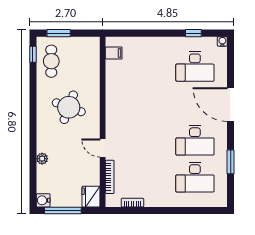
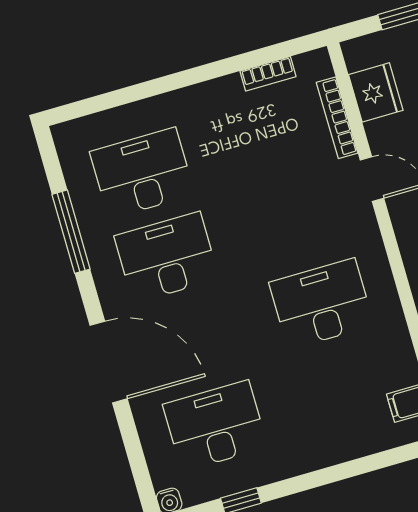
desk: (138, 103) -> (322, 304), added
window: (231, 162) -> (71, 232), width x1.44
fridge: (91, 197) -> (376, 92), moved

